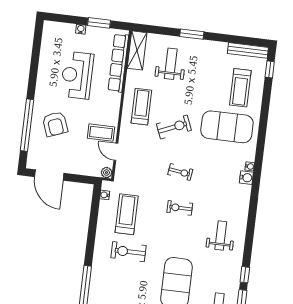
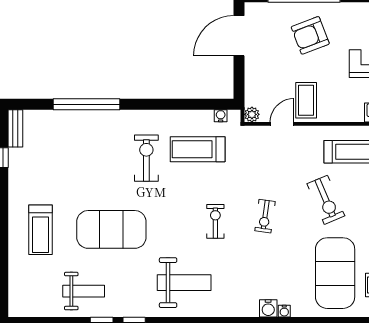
treadmill: (127, 214) -> (198, 149), turned 180
weight bench: (221, 235) -> (184, 283), width x1.36, depth x1.33

